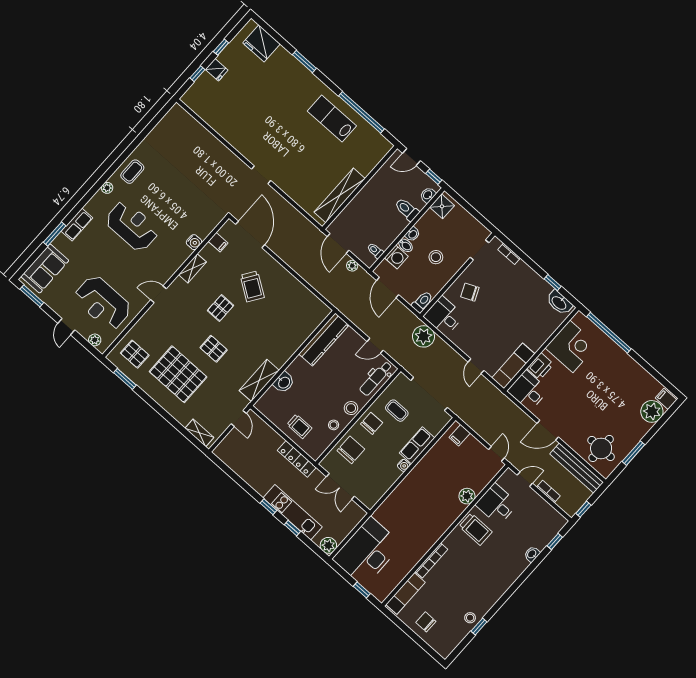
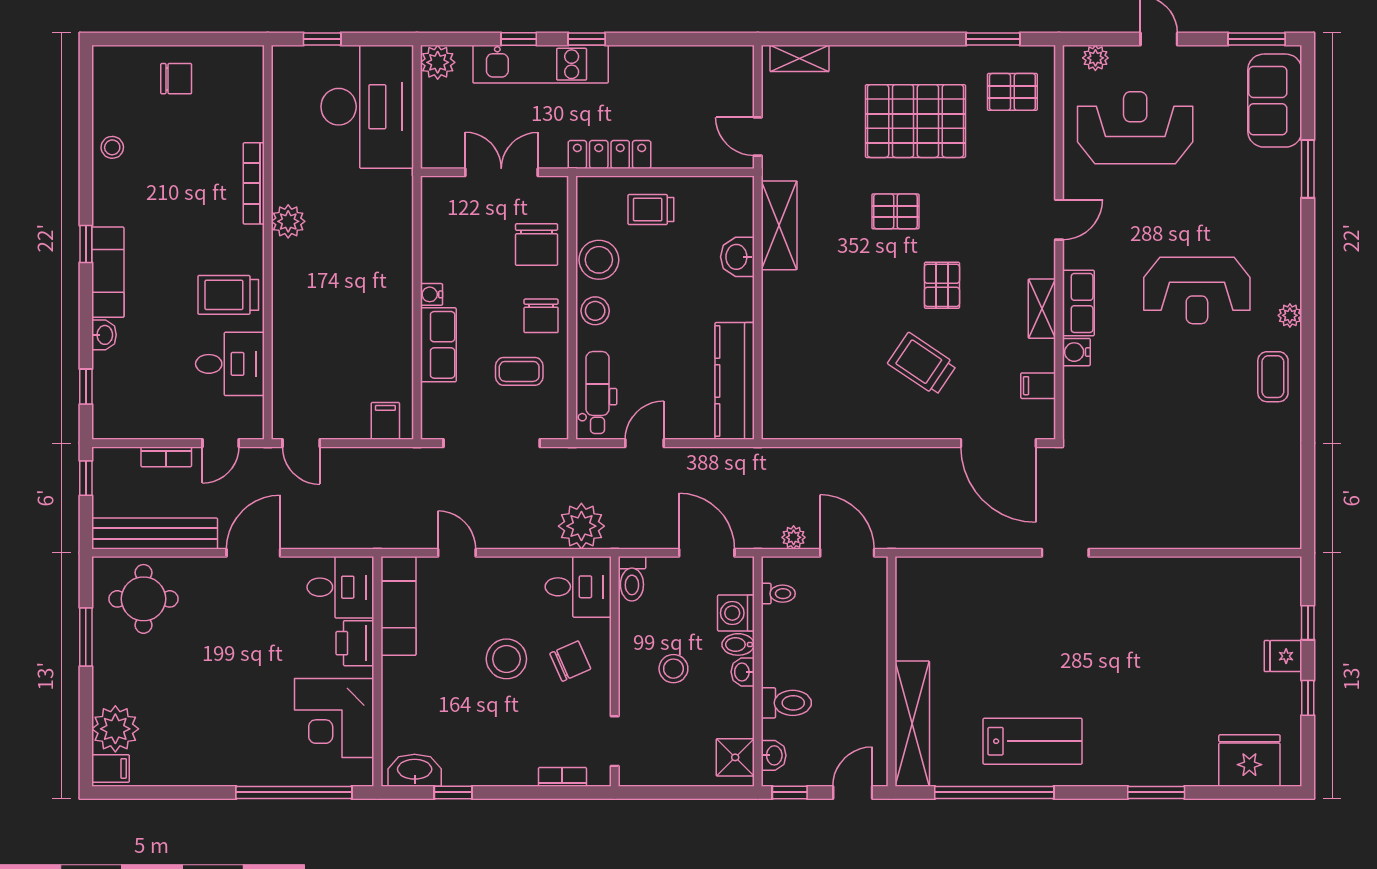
shelving: (340, 195) -> (912, 724), moved
row of seats: (77, 225) -> (1078, 303), moved, turned 180
stool: (492, 313) -> (506, 659), added
stool: (334, 425) -> (599, 260), width x1.89, depth x1.89
plant: (467, 496) -> (288, 221), moved
exam couch: (406, 593) -> (108, 272), moved, turned 180
window: (479, 627) -> (86, 244), moved

